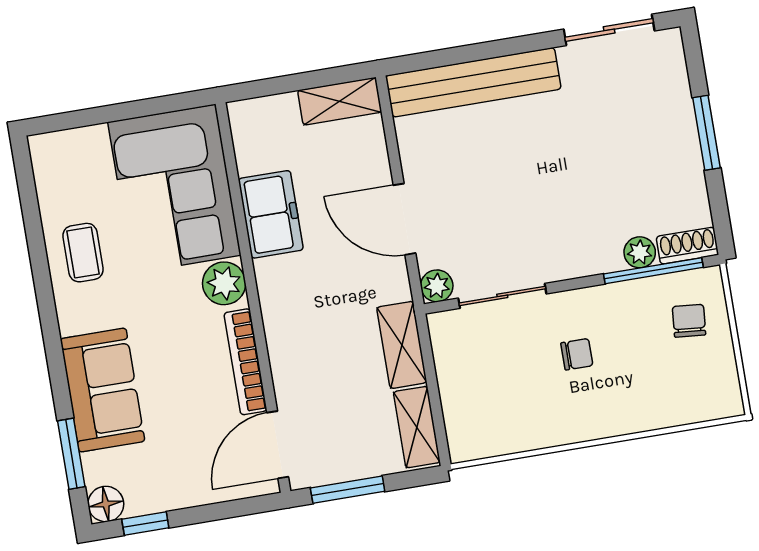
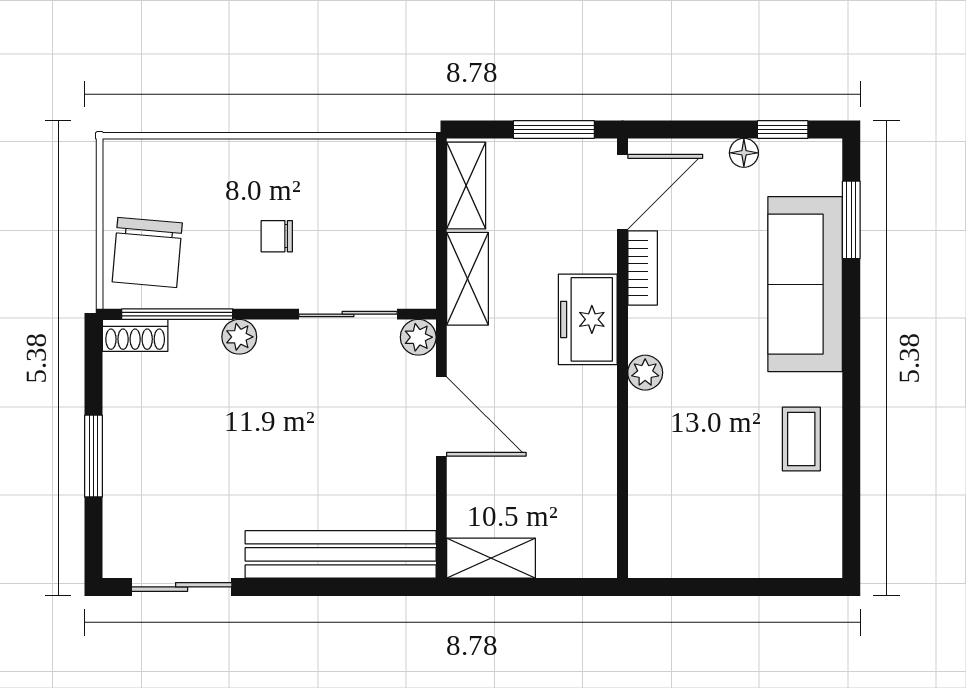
corner sofa: (174, 189) -> (689, 492), removed
freezer: (271, 214) -> (588, 319), moved
plant: (640, 252) -> (239, 337), moved
plant: (224, 283) -> (645, 373), width x0.73, depth x0.73
chair: (689, 321) -> (147, 252), width x1.87, depth x1.87
bookcase: (246, 362) -> (643, 268), width x0.64
sofa: (102, 390) -> (805, 284), width x1.36
floor lamp: (106, 504) -> (744, 153), moved, width x0.73, depth x0.73

